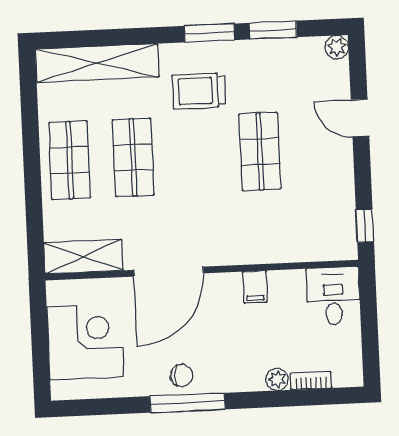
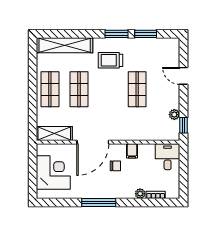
plant: (337, 47) -> (174, 115), moved
chair: (182, 375) -> (115, 166), moved

